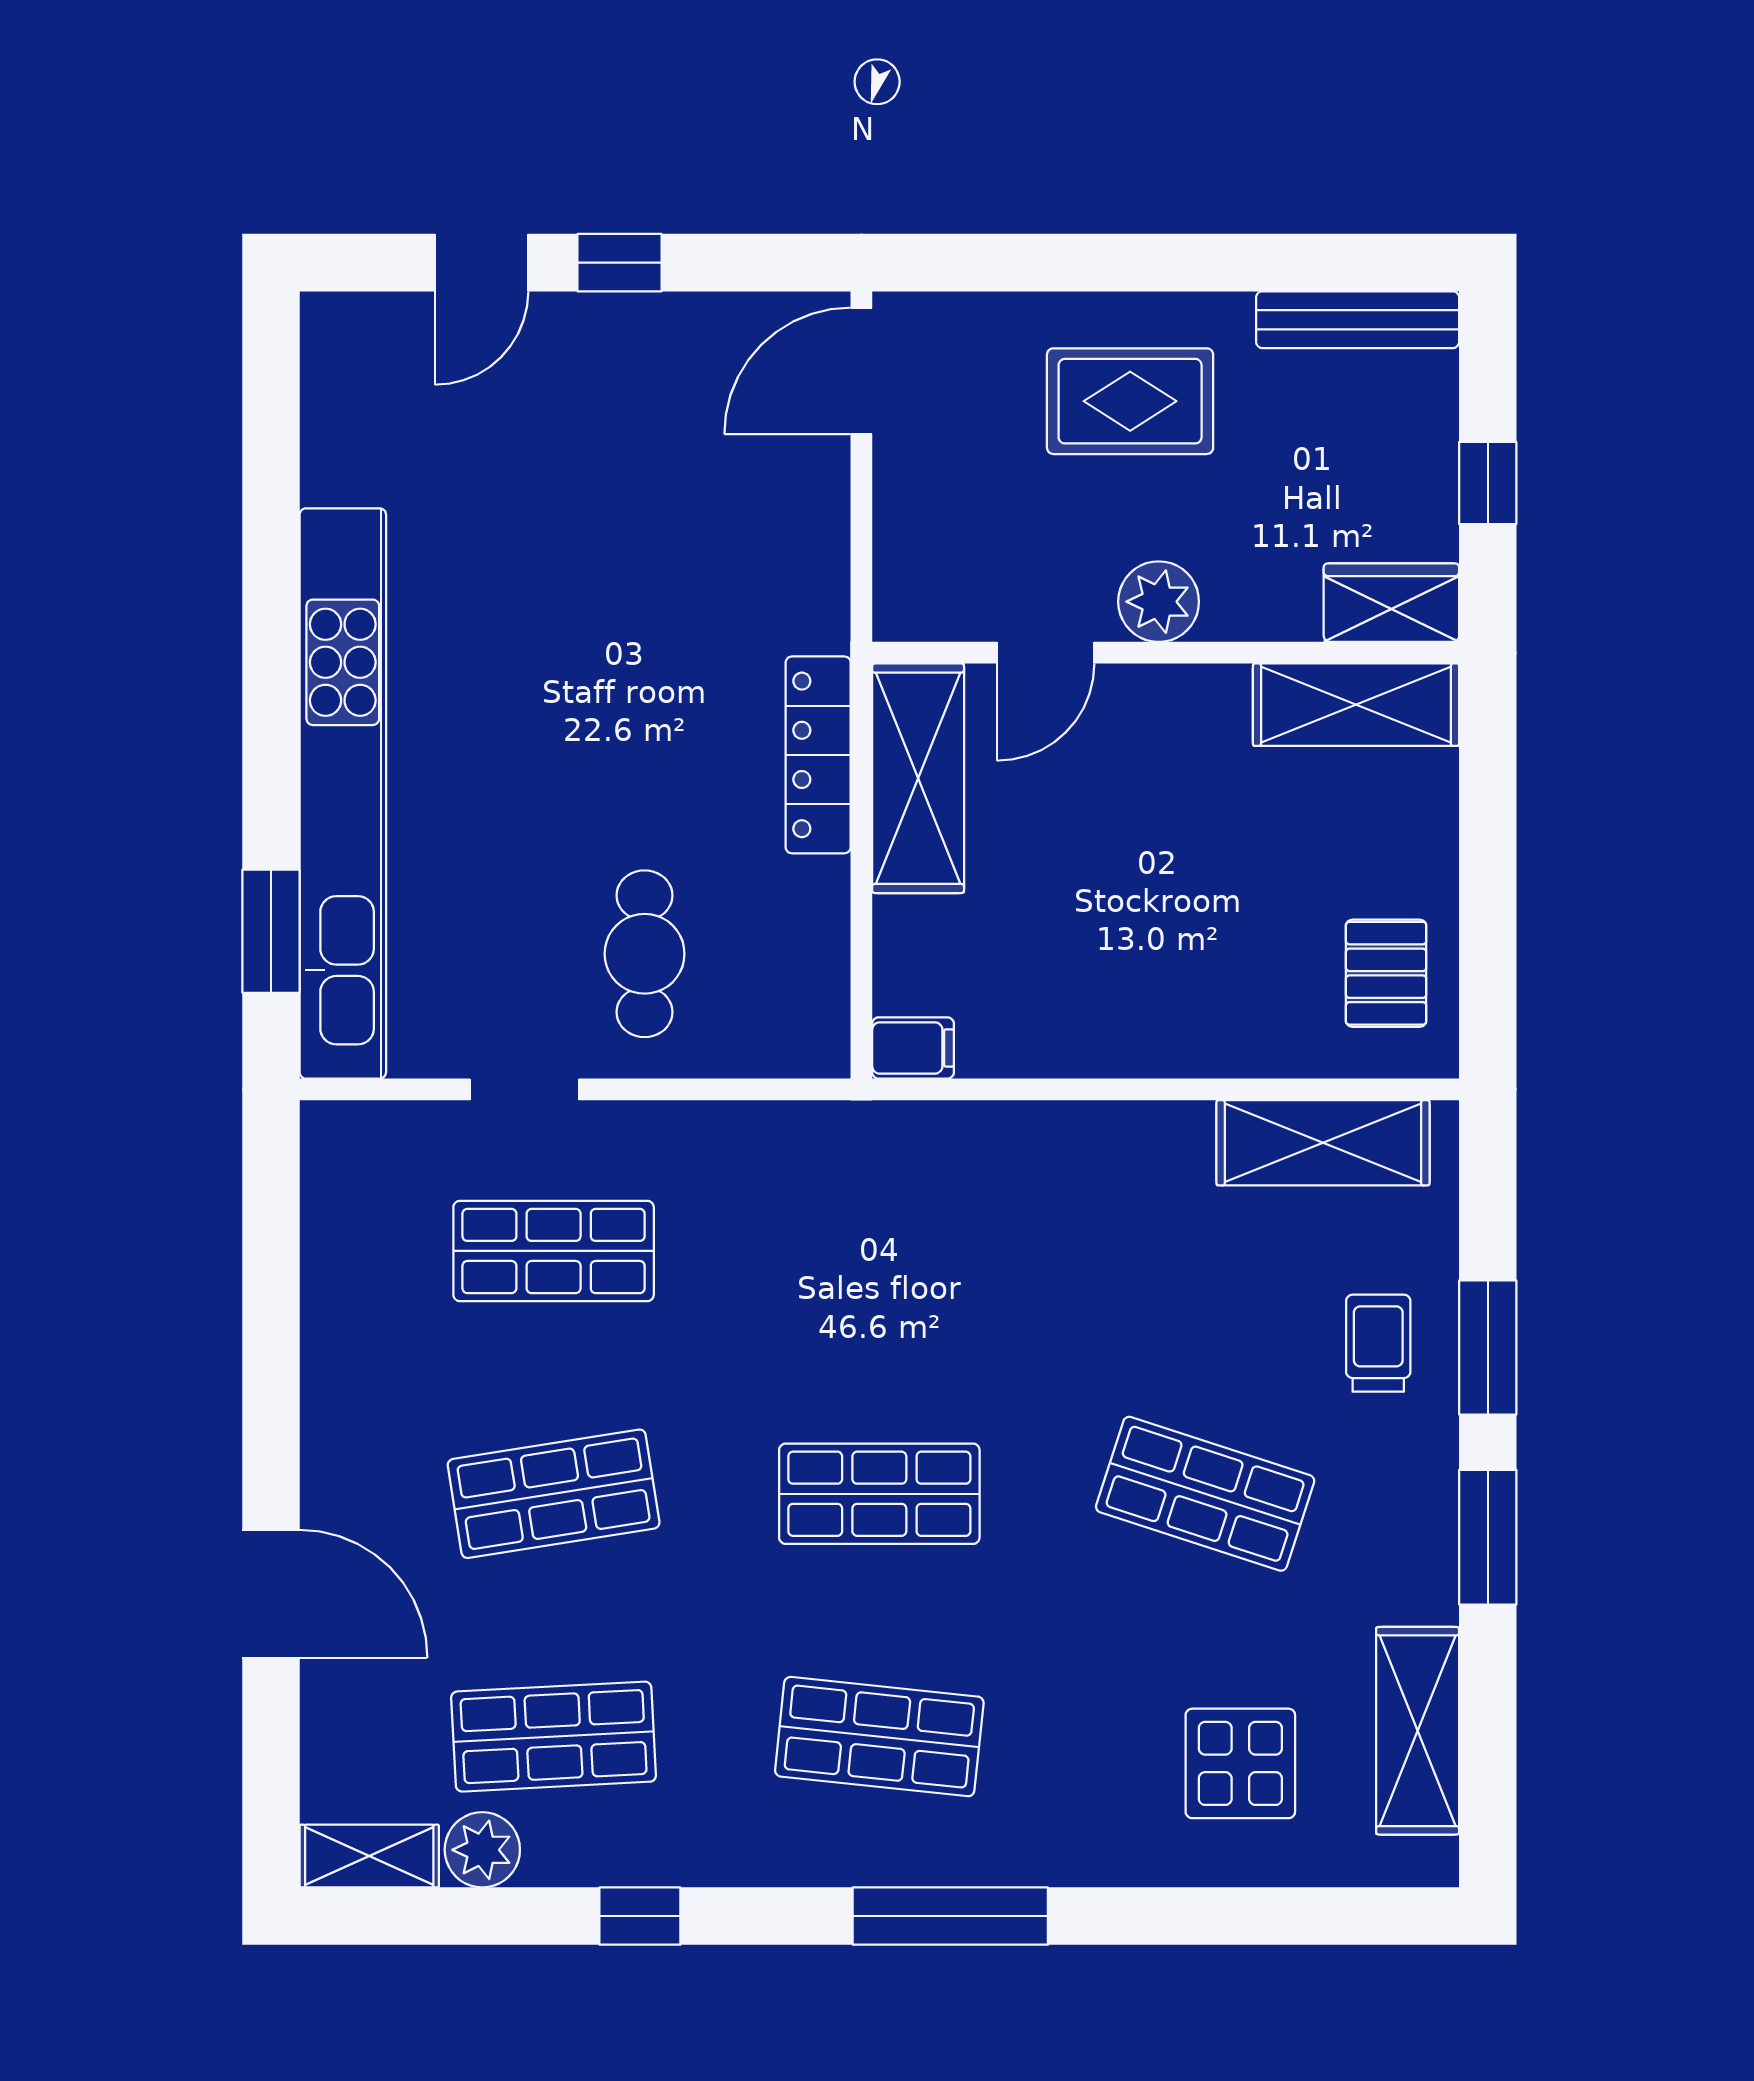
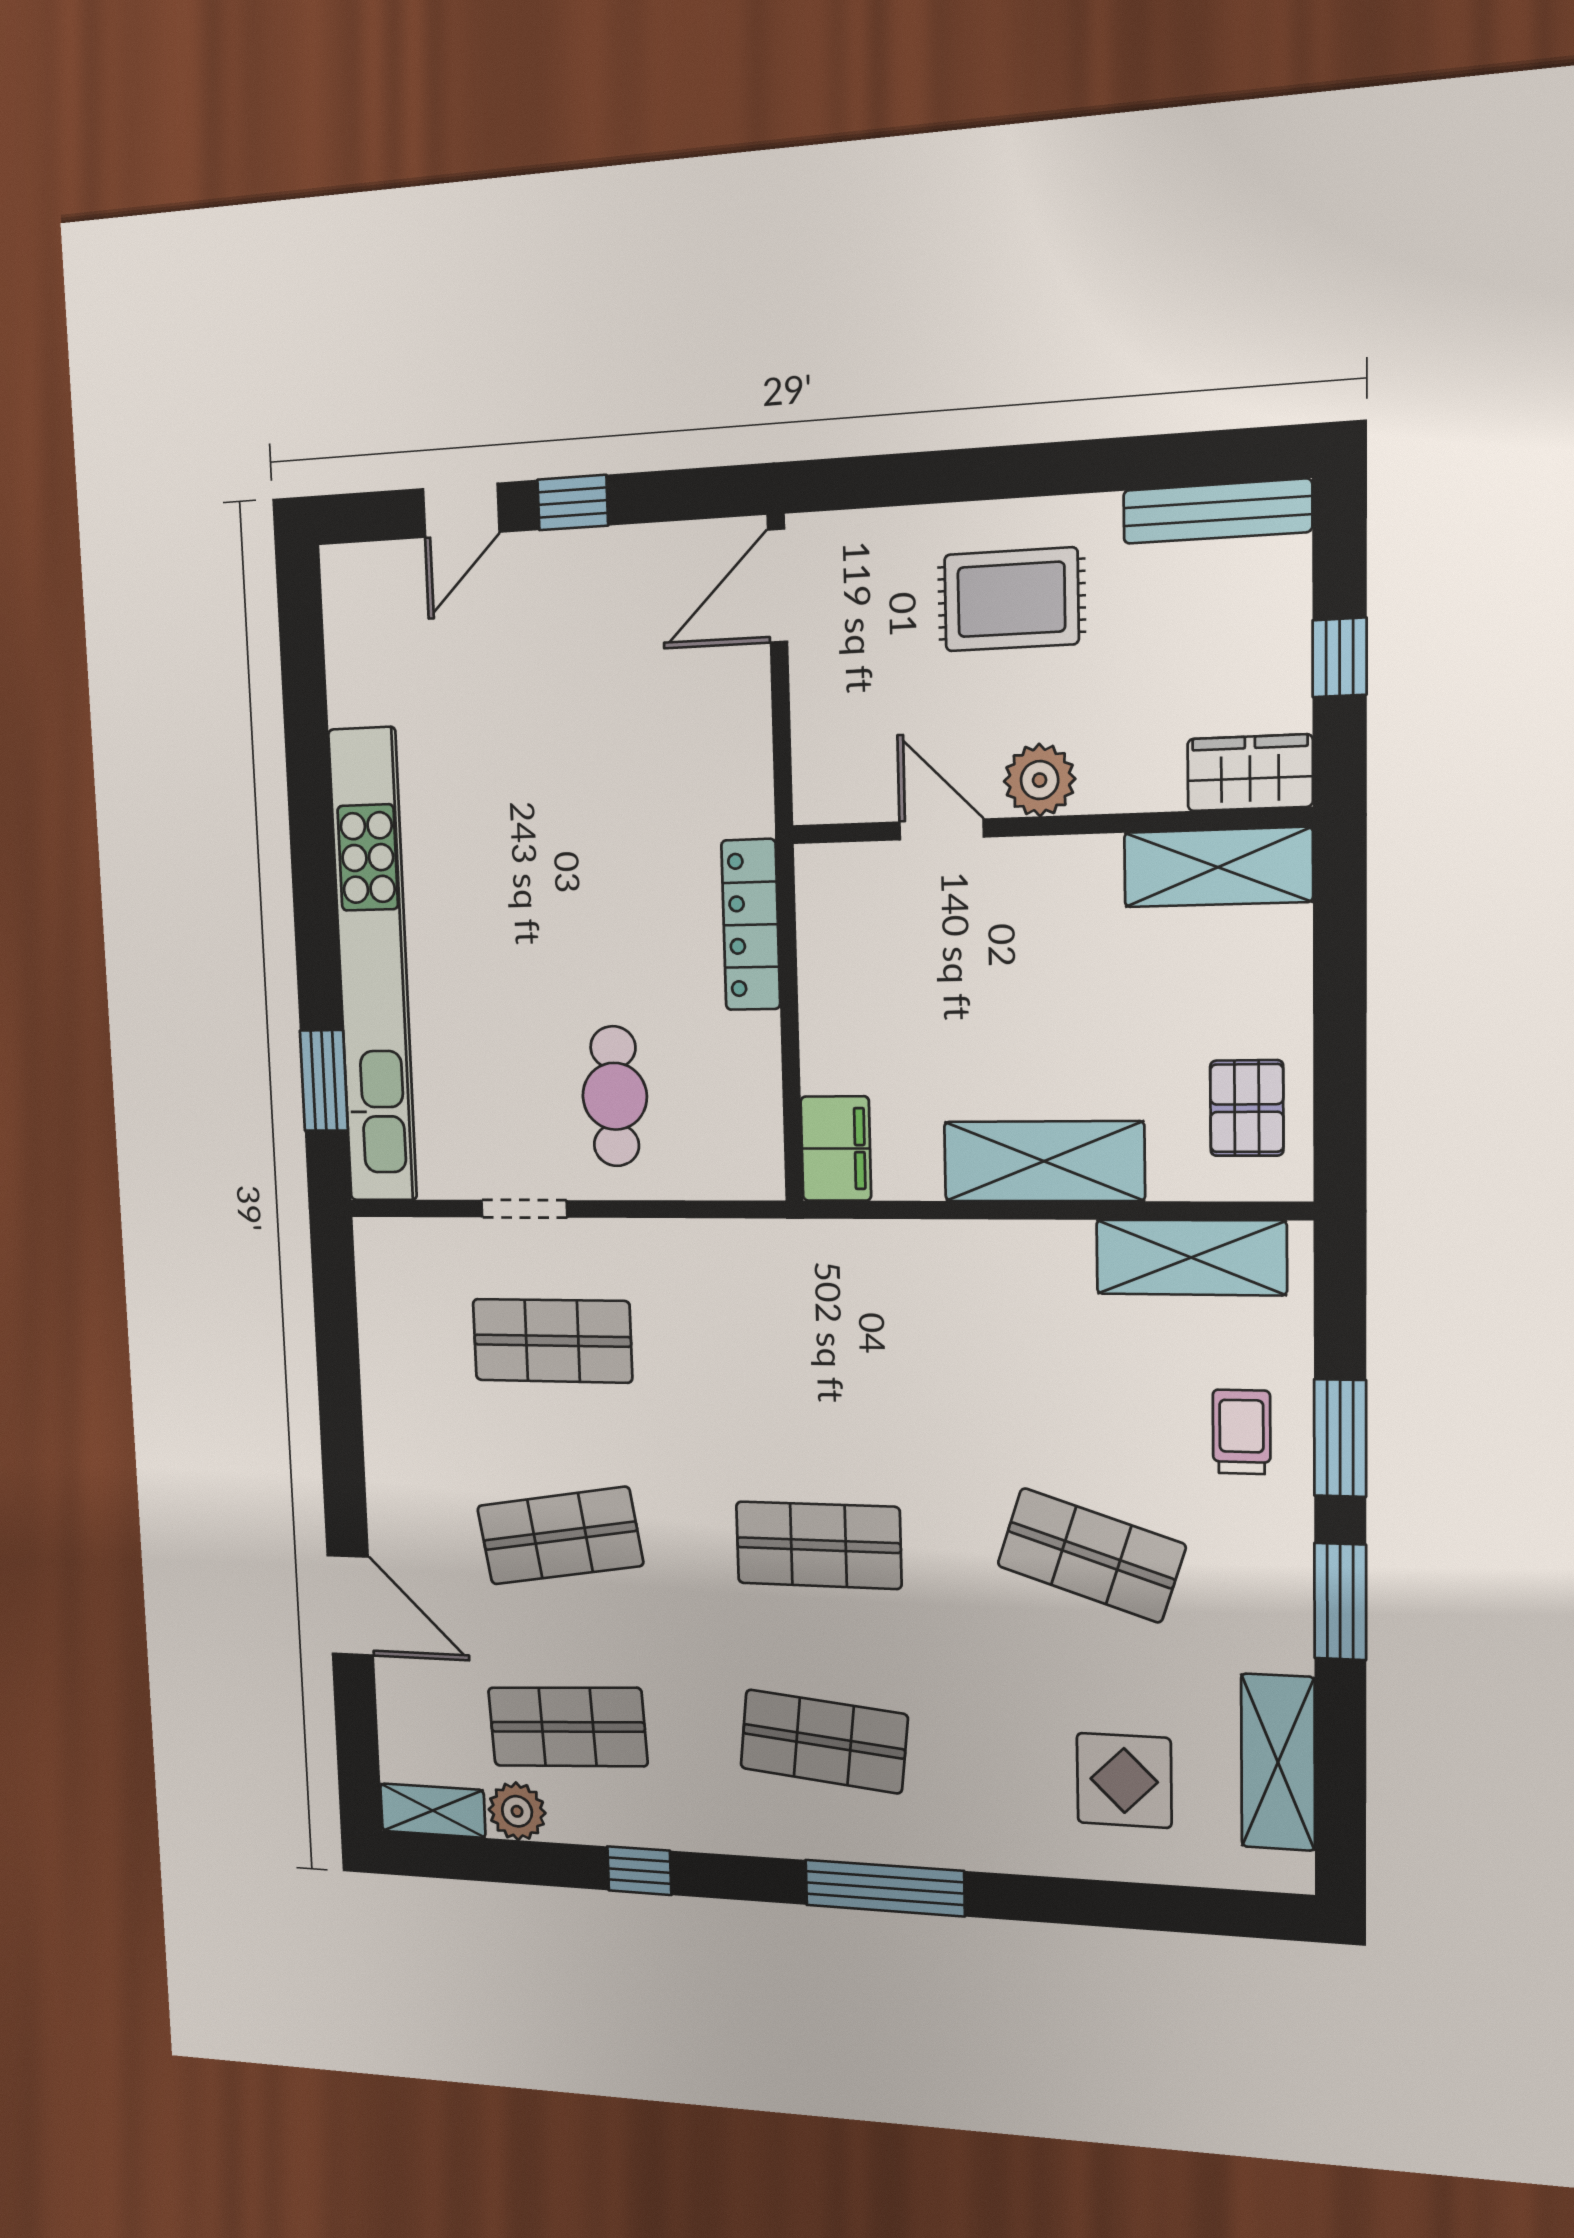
door: (1046, 653) -> (942, 829), swing flipped
shelving: (918, 778) -> (1044, 1161), moved, turned 90
filing cabinet: (913, 1048) -> (836, 1149), width x2.00

